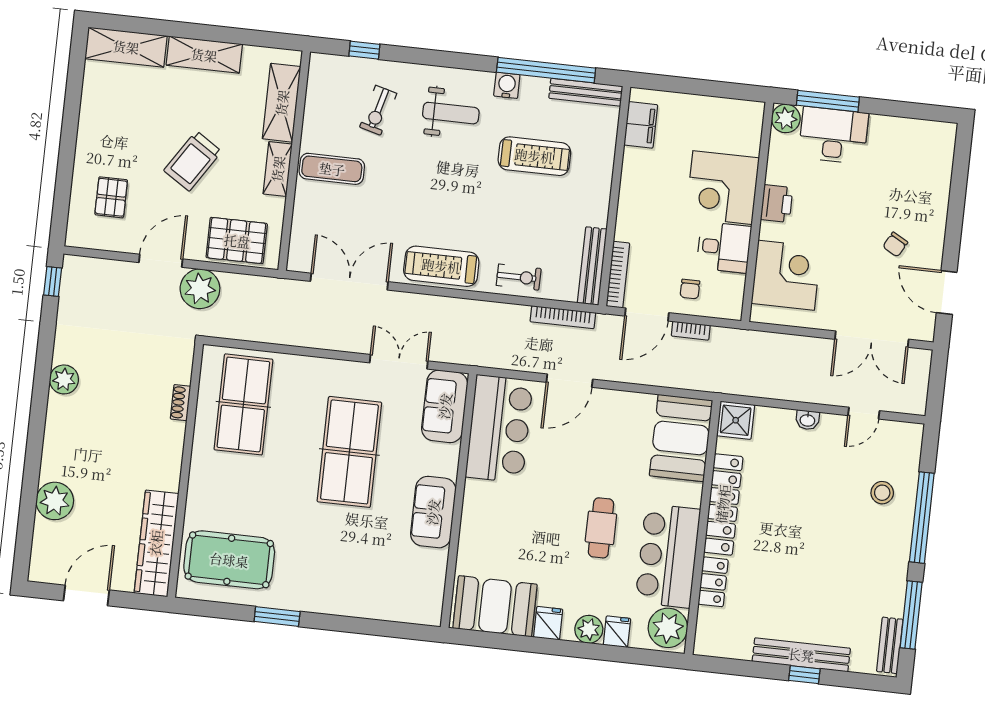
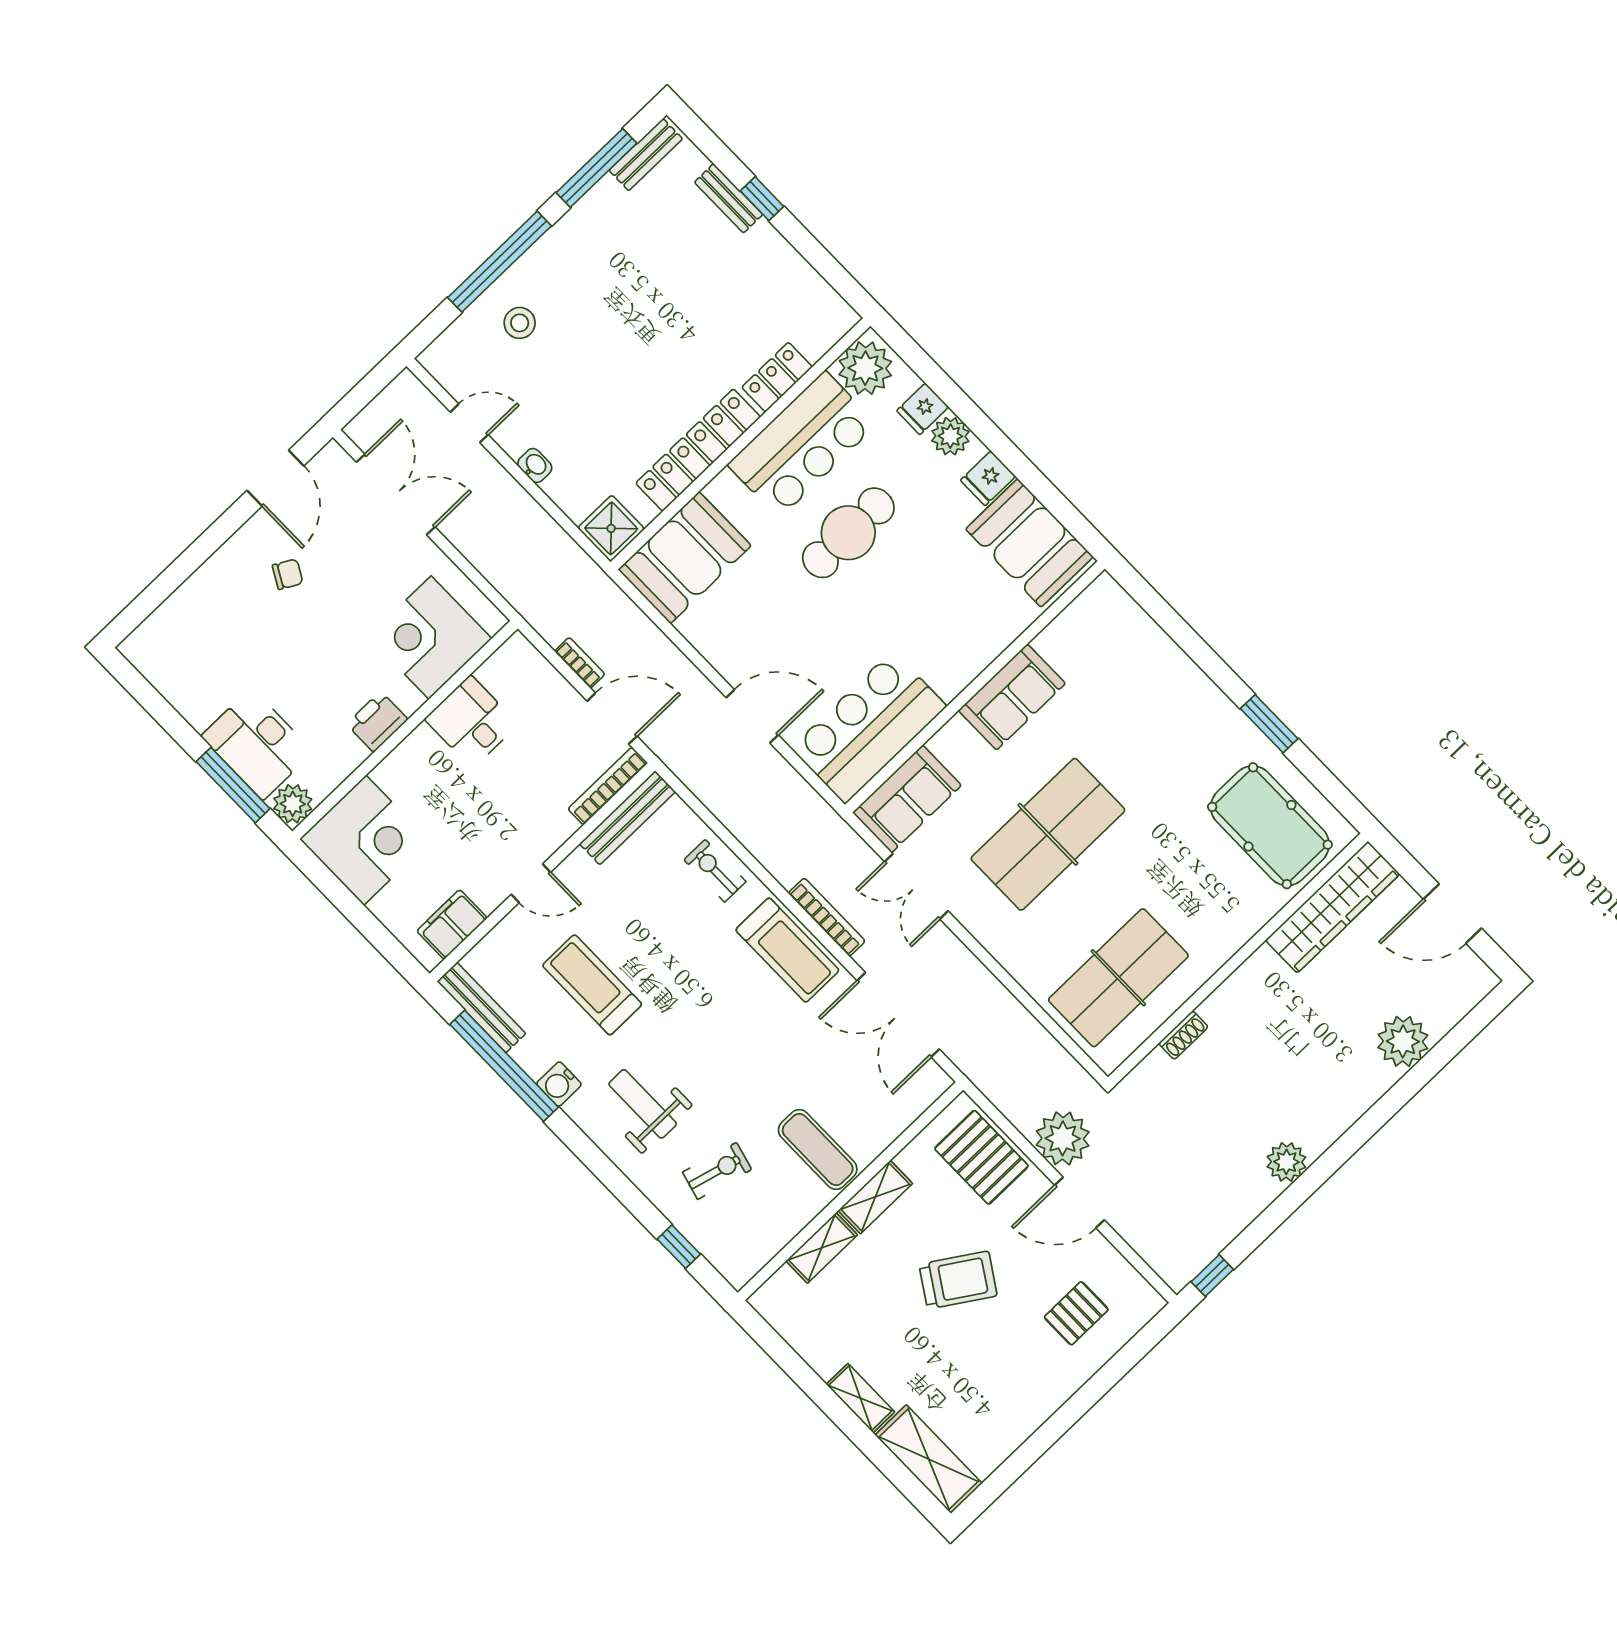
shelving: (204, 55) -> (860, 1398), width x0.67, depth x0.75
shelving: (282, 103) -> (822, 1248), width x0.67, depth x0.75
door: (616, 185) -> (531, 883), added
corner desk: (723, 188) -> (365, 840), moved
chair: (690, 289) -> (544, 708), removed
bookcase: (563, 317) -> (827, 917), moved
cafe table: (601, 528) -> (848, 533), width x1.37, depth x1.35
bench: (801, 655) -> (729, 198), width x0.54, depth x0.82

